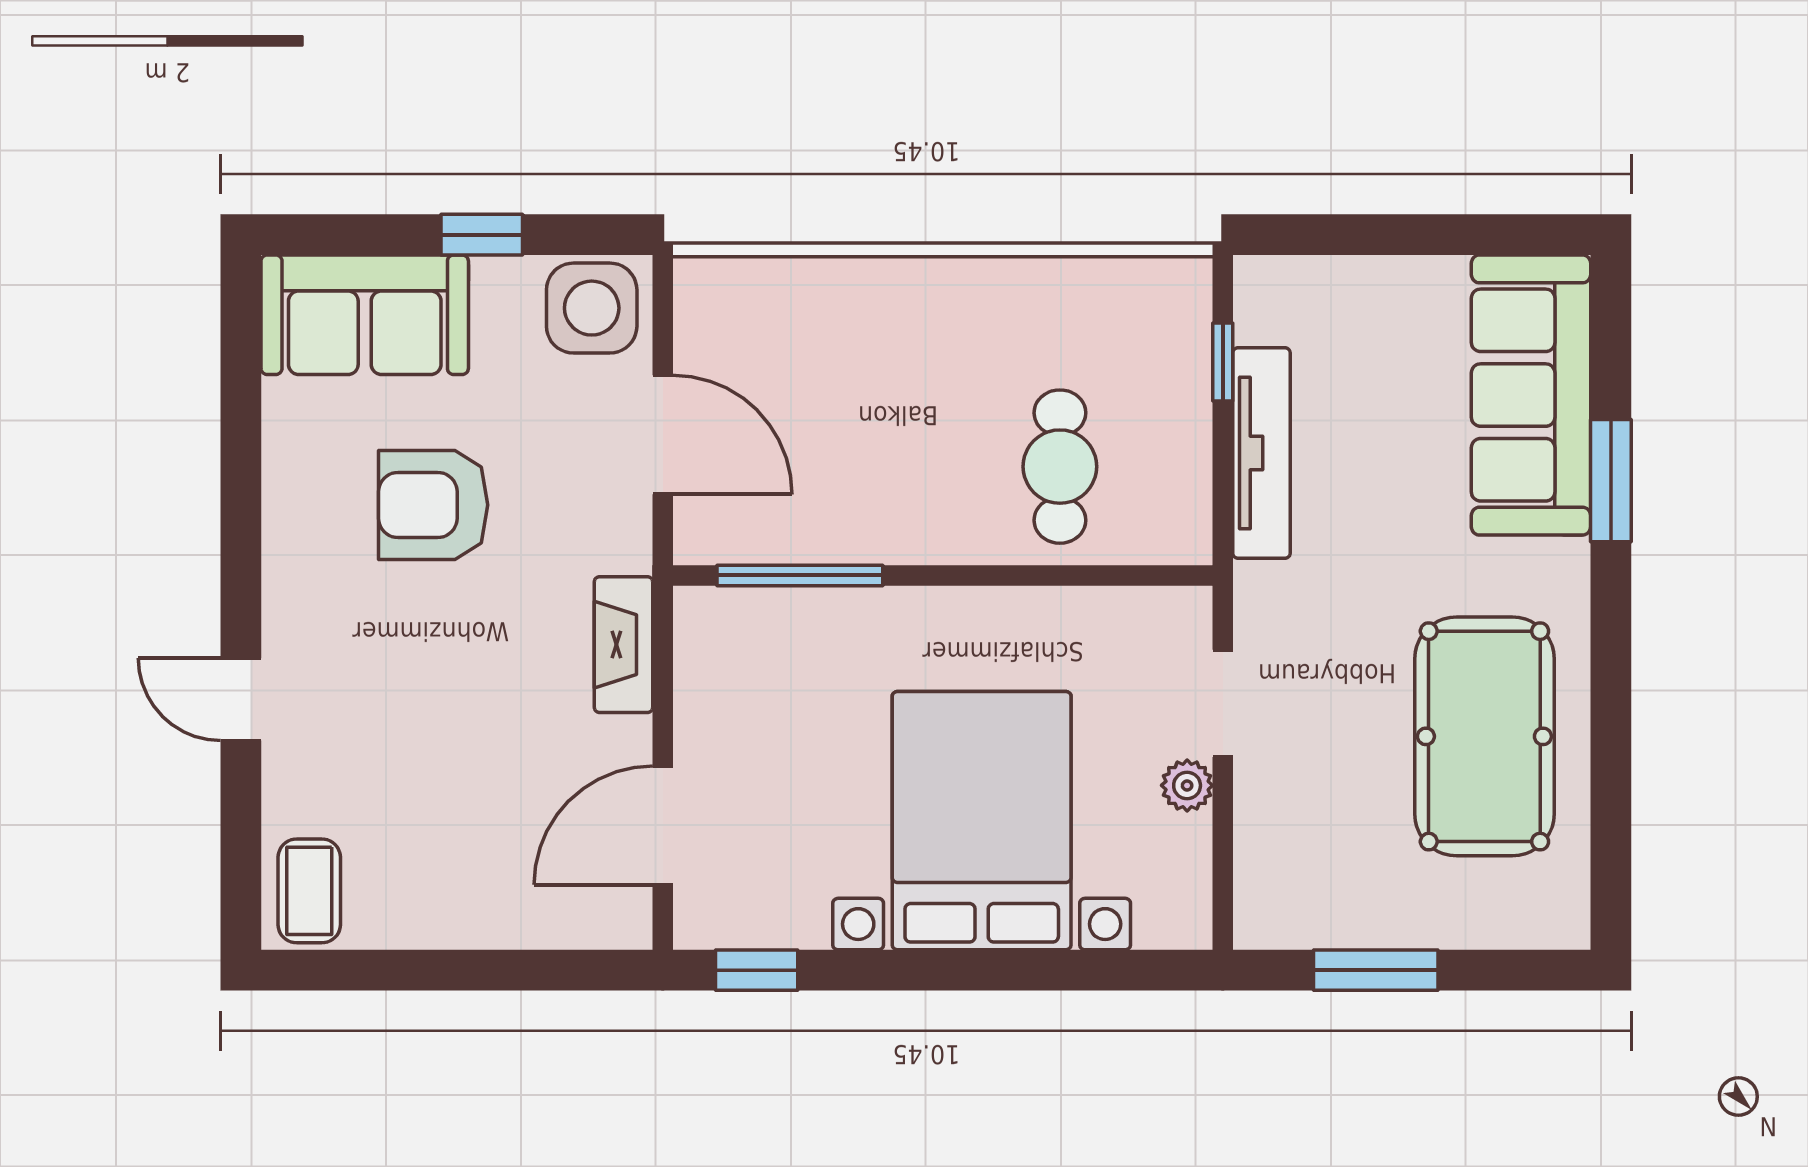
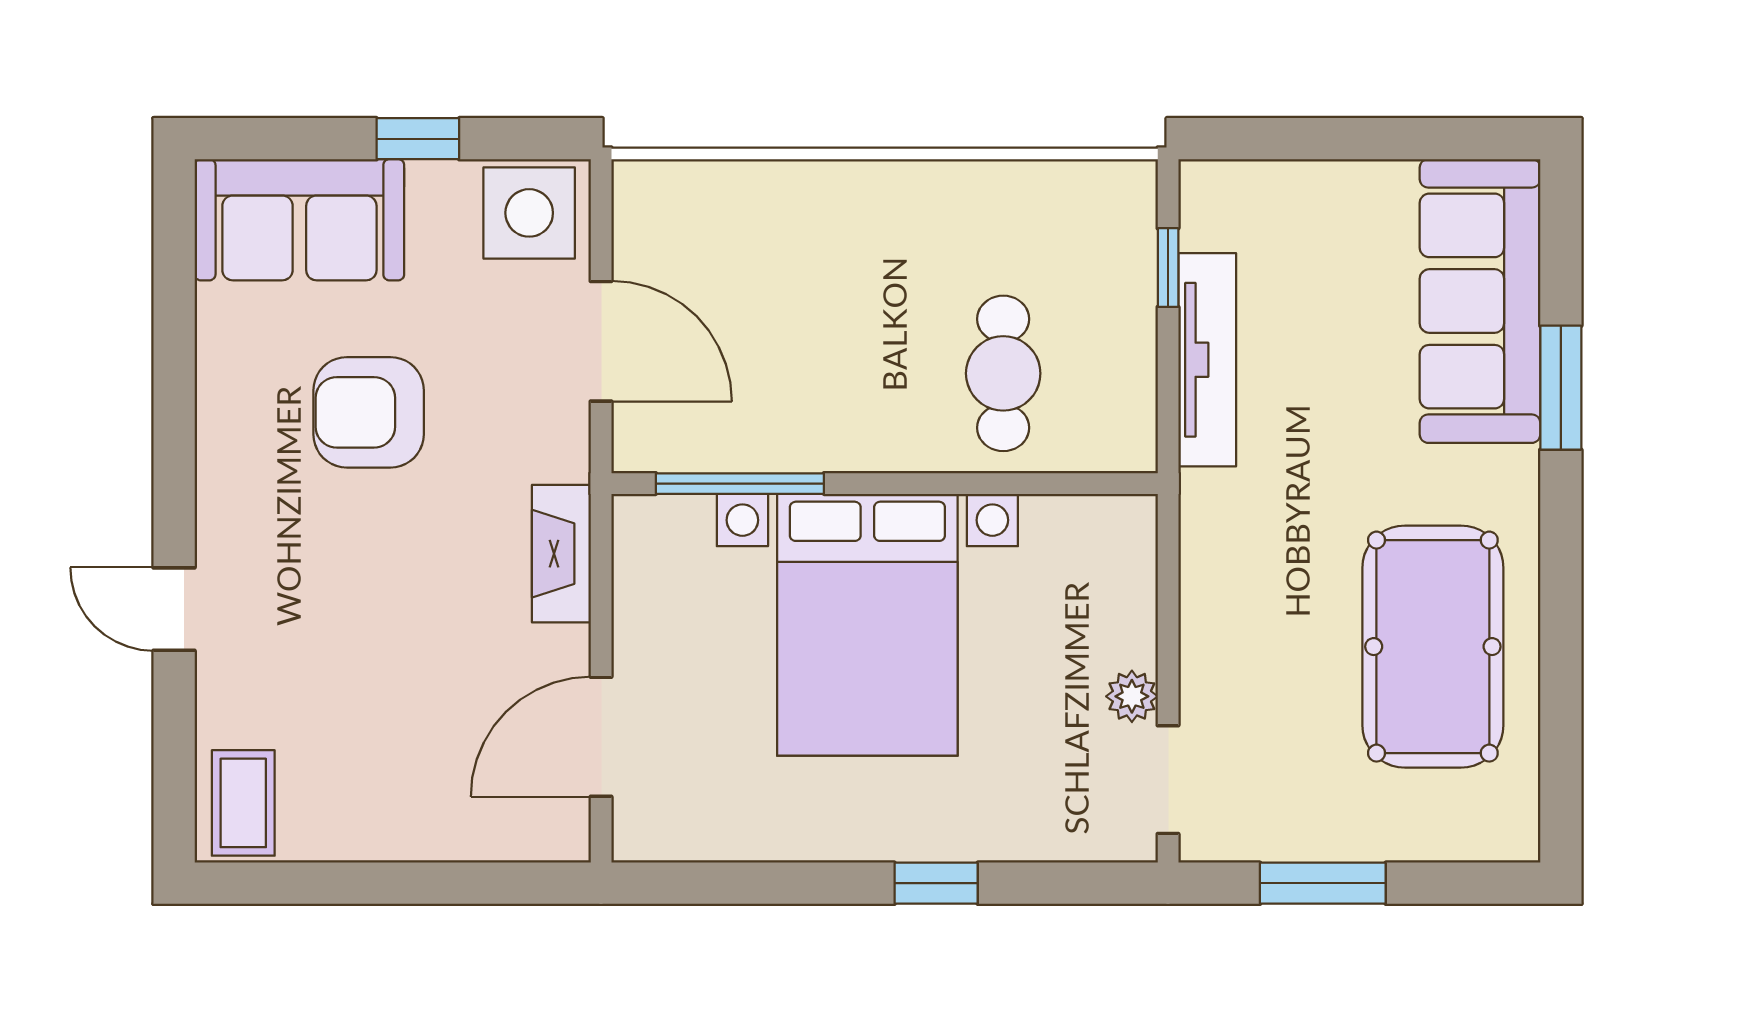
doorway: (1223, 703) -> (1168, 780), moved
bed with nightstands: (982, 821) -> (867, 625), moved, turned 180
window: (757, 970) -> (936, 883), moved

